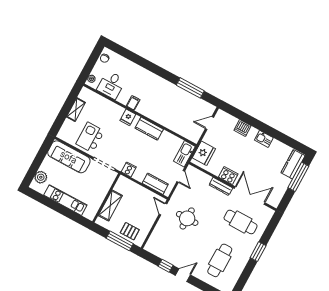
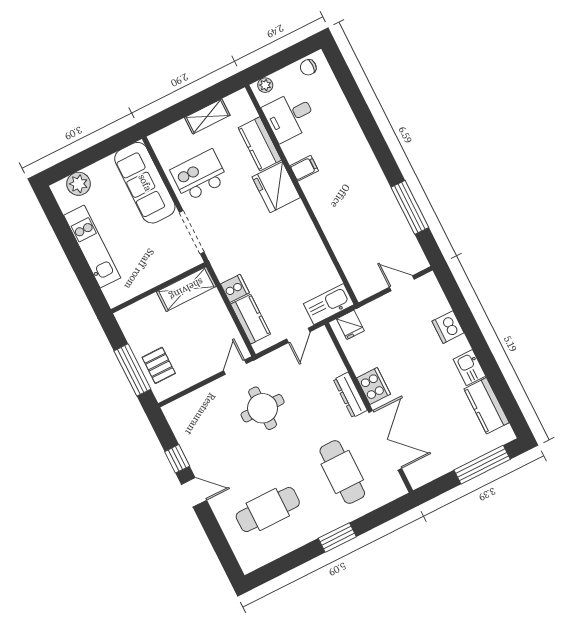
fridge: (128, 117) -> (276, 187), width x1.88, depth x1.34
kitchen counter: (149, 129) -> (260, 144), moved
fridge: (204, 153) -> (350, 325), width x0.53, depth x0.75
kitchen counter: (293, 164) -> (487, 406), moved, turned -90
cooker: (129, 169) -> (235, 288), moved
shelving: (110, 205) -> (186, 289), moved

